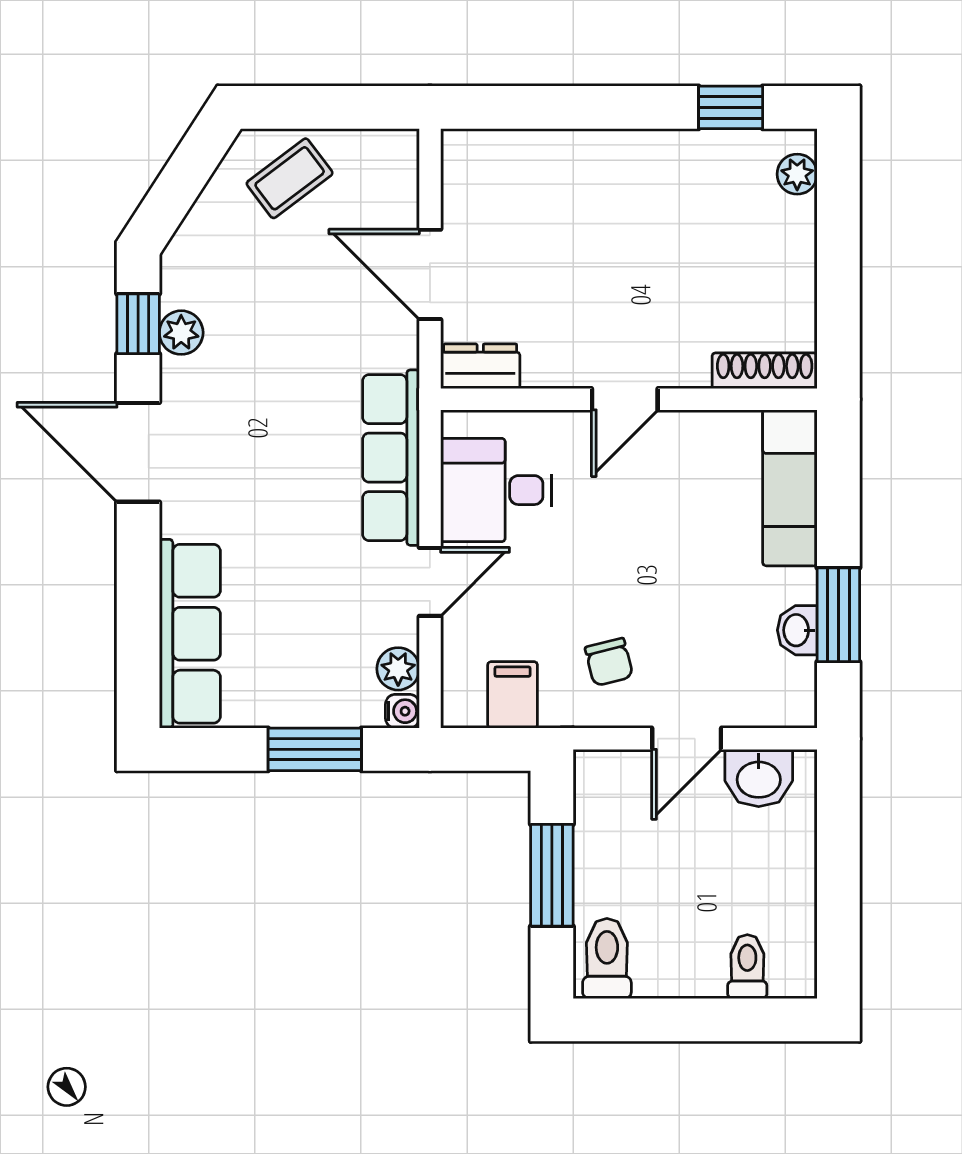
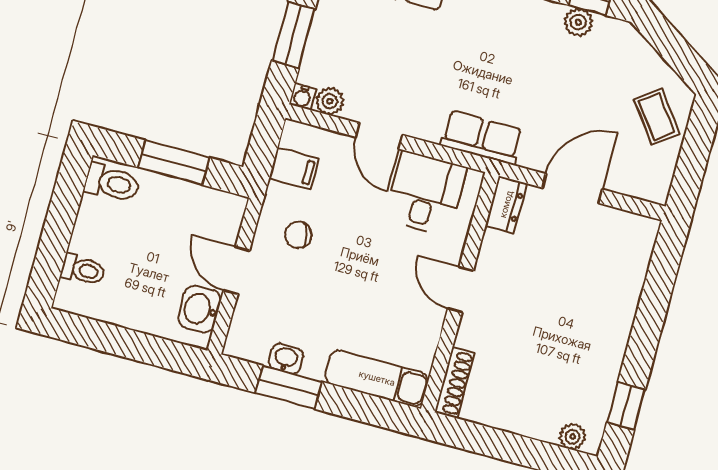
row of seats: (391, 458) -> (482, 138), width x0.68

